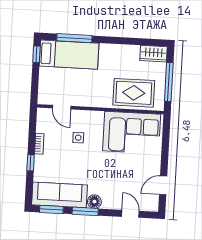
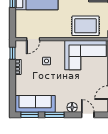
door: (62, 107) -> (33, 39), hinge flipped
window: (31, 163) -> (12, 53), moved
floor lamp: (94, 202) -> (72, 107), moved

